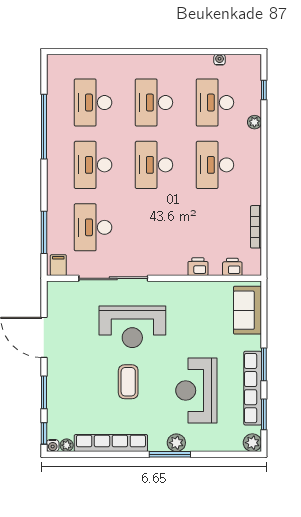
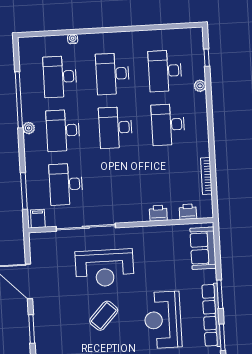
water cooler: (220, 60) -> (73, 39), moved
plant: (54, 160) -> (29, 128), added
coffee table: (128, 382) -> (104, 316), turned 43

